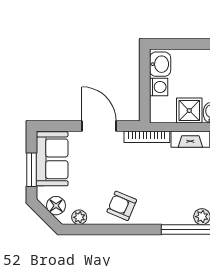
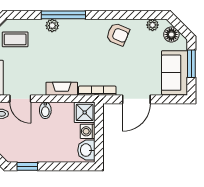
shower: (189, 111) -> (85, 112), moved
door: (99, 126) -> (136, 99), hinge flipped

